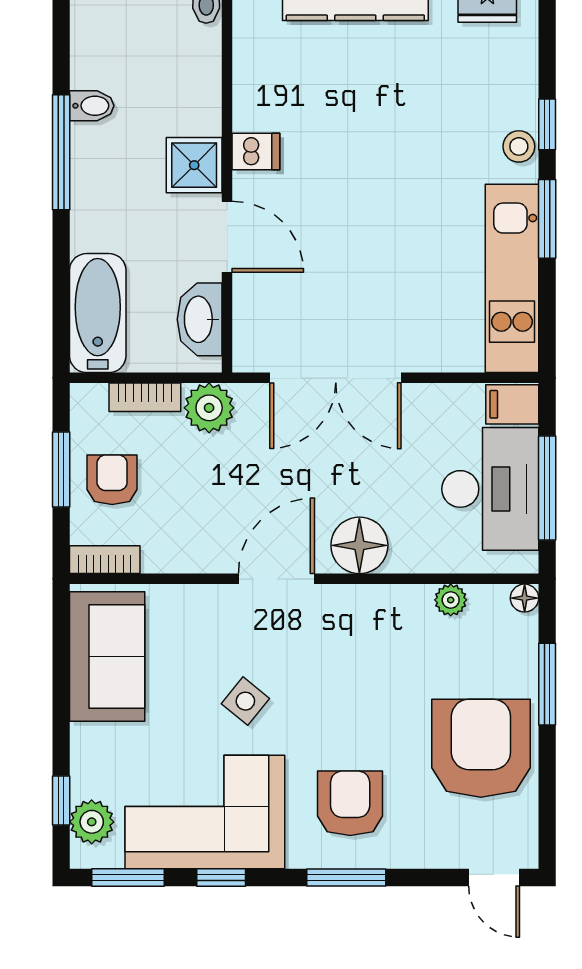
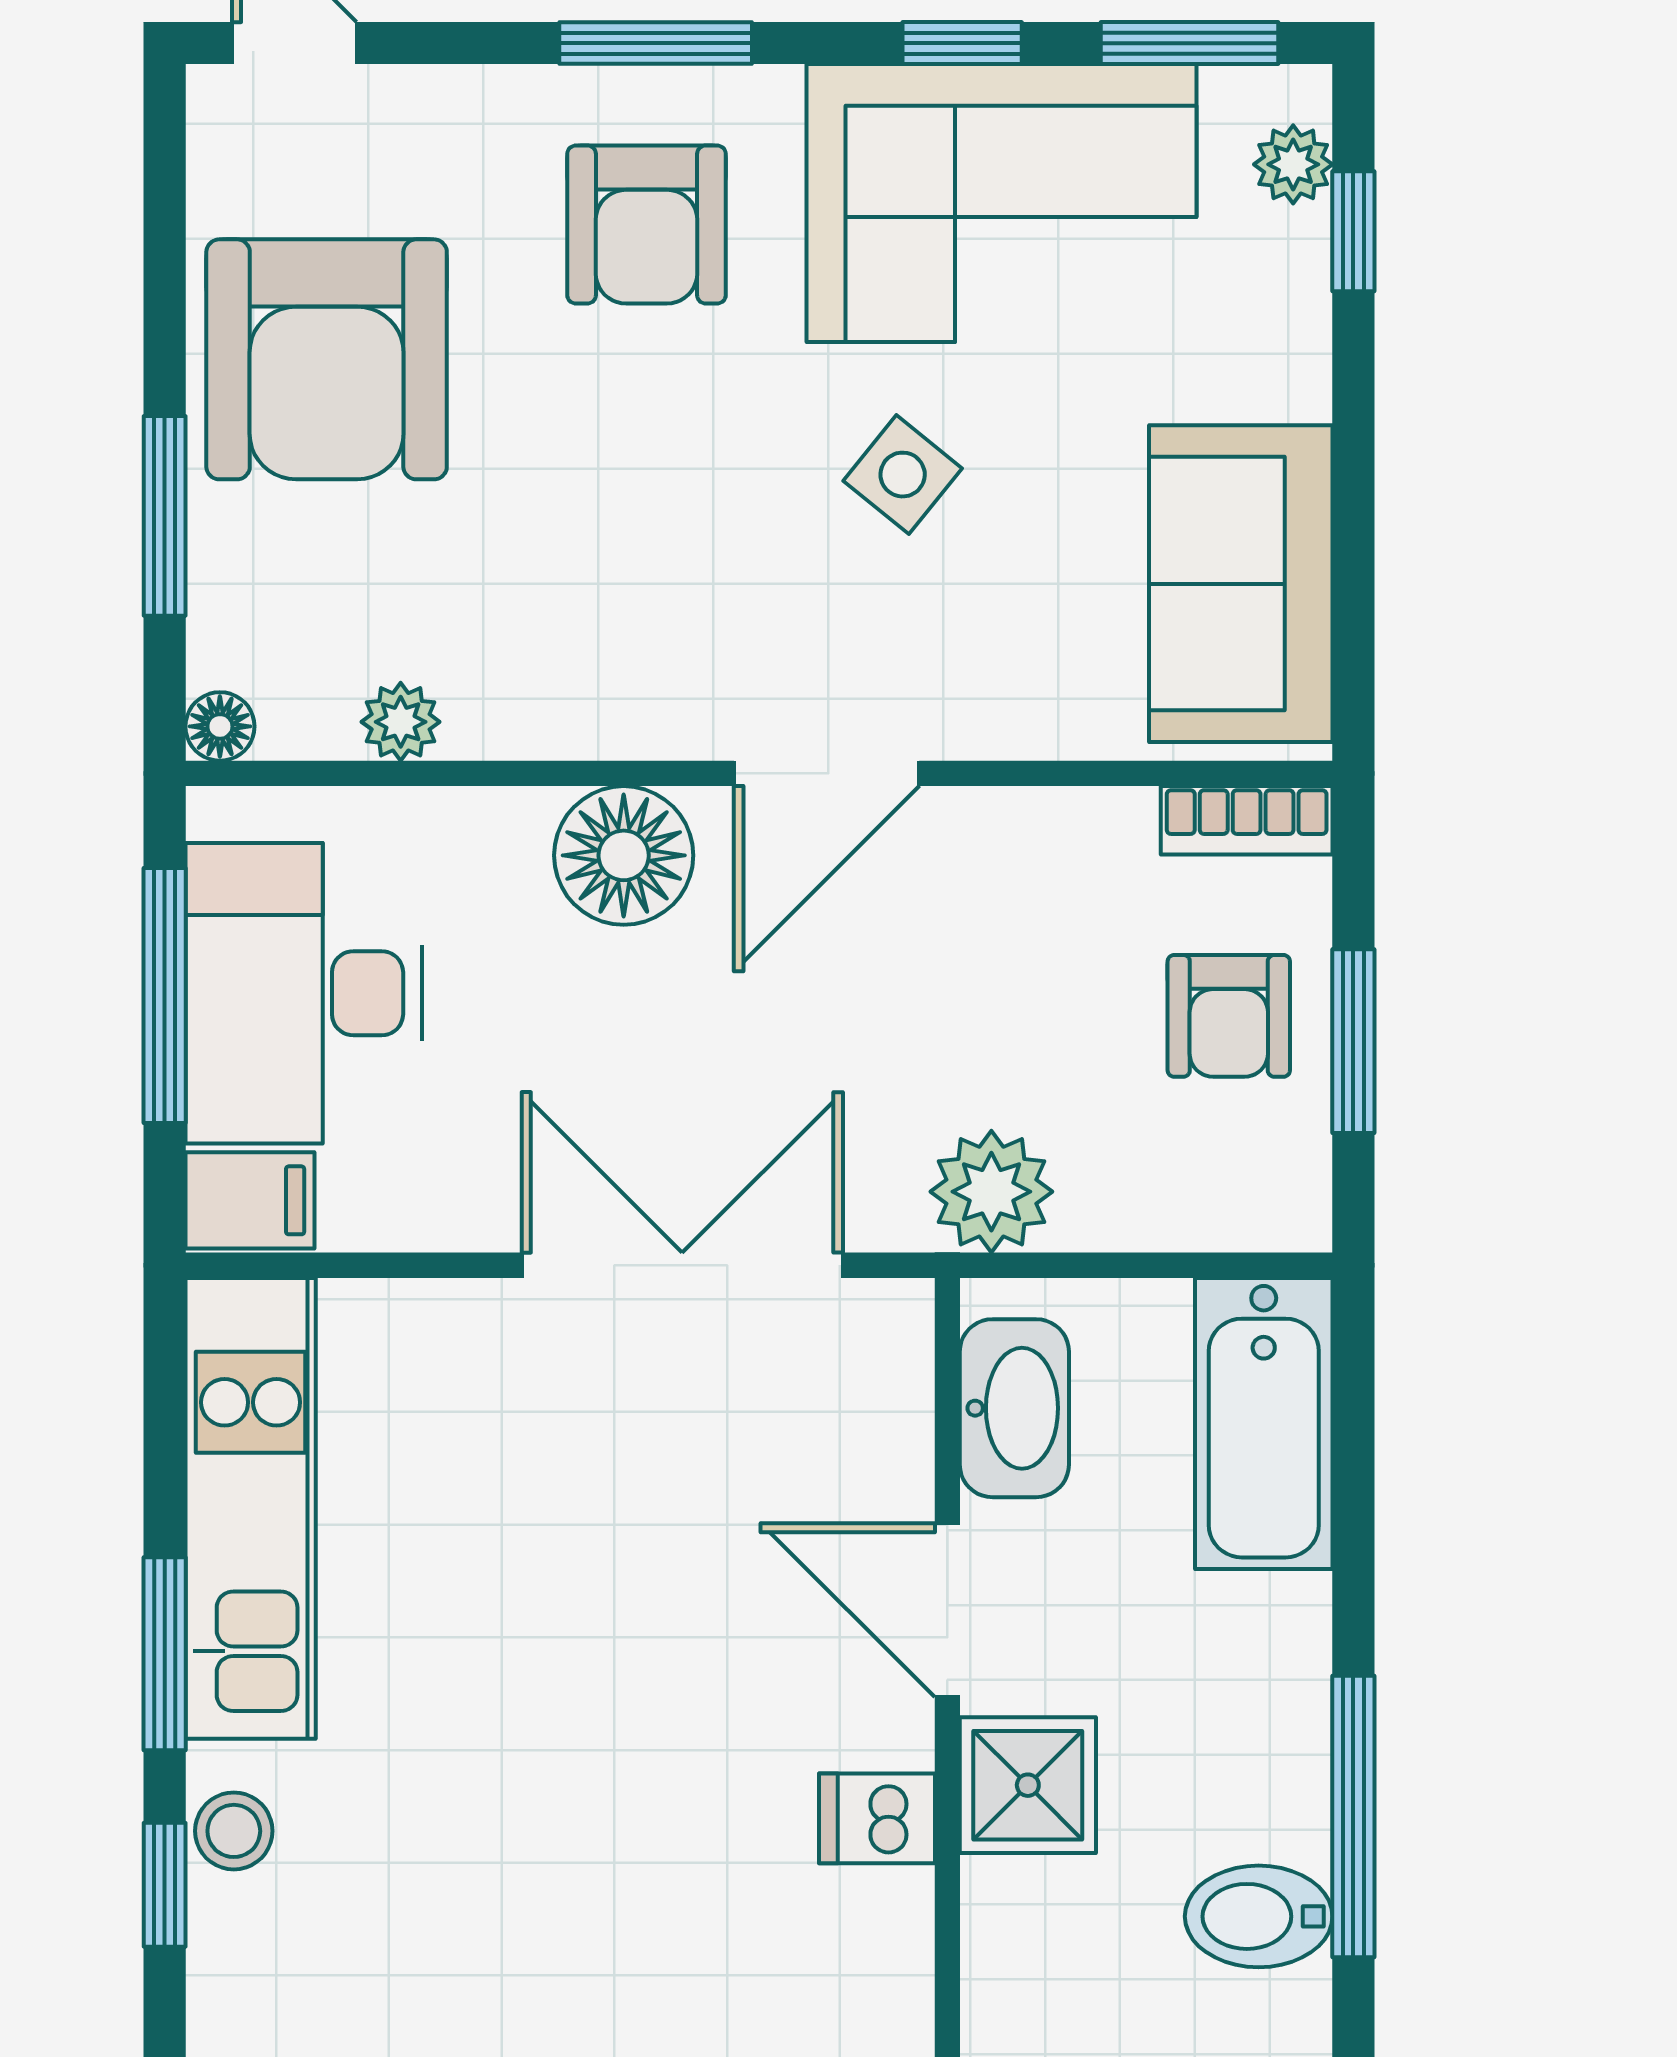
bidet: (92, 106) -> (1259, 1916), width x1.38, depth x1.36
bookcase: (145, 397) -> (1148, 1218), removed
plant: (92, 822) -> (1293, 164), width x0.73, depth x0.73

